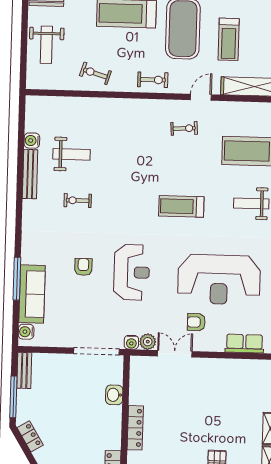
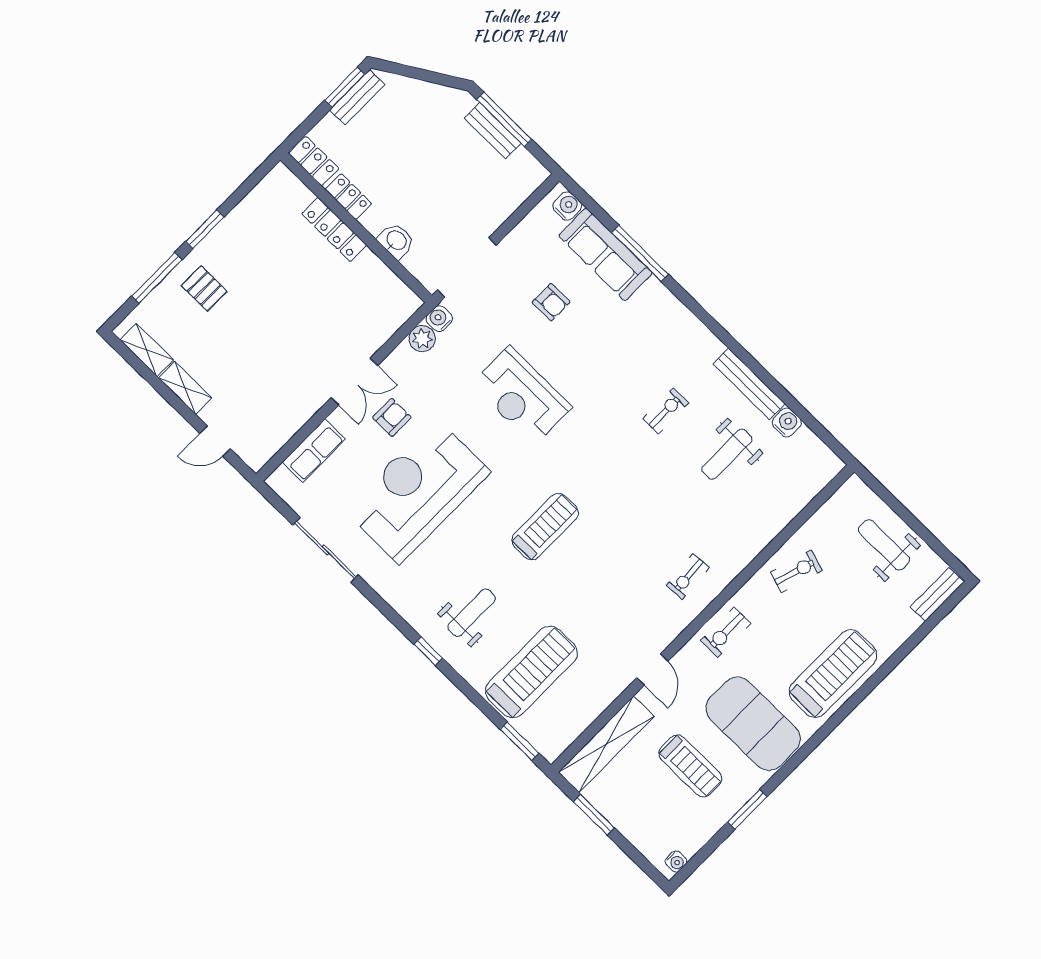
treadmill: (229, 39) -> (690, 766), turned 180
exercise bike: (184, 128) -> (688, 576), moved
armchair: (83, 267) -> (551, 302), moved
double door: (175, 354) -> (354, 382), moved
bench: (24, 370) -> (493, 131), moved
locker: (30, 436) -> (348, 197), moved, turned -149

